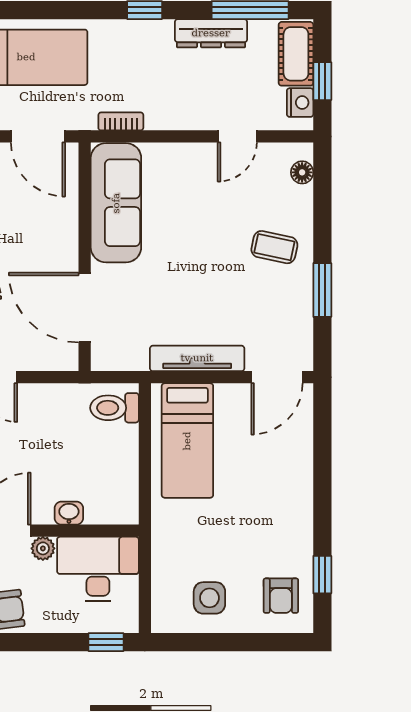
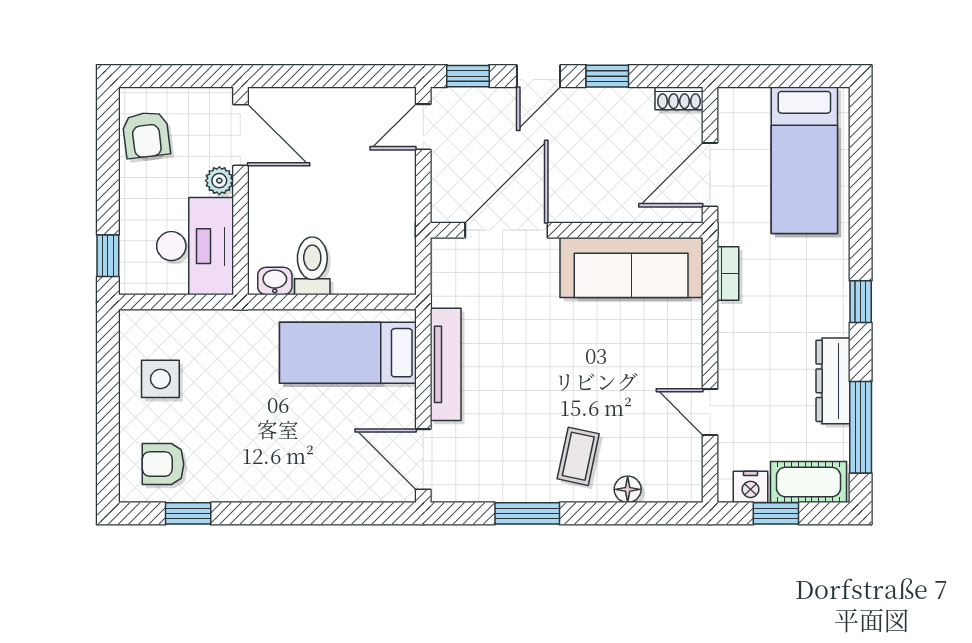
floor lamp: (302, 172) -> (628, 489), moved
toilet: (114, 408) -> (312, 266), moved
washbasin: (69, 513) -> (275, 281), moved, turned -90

